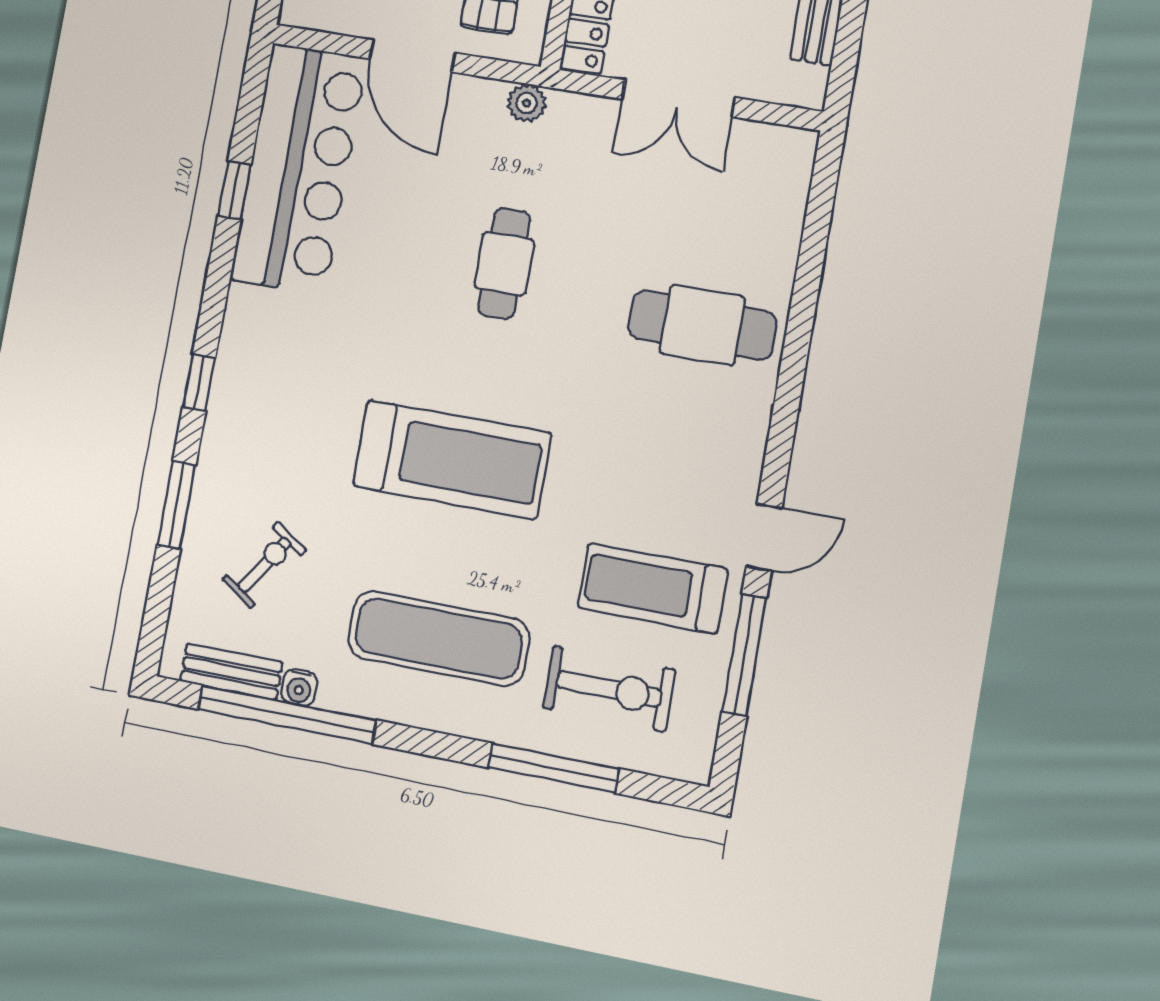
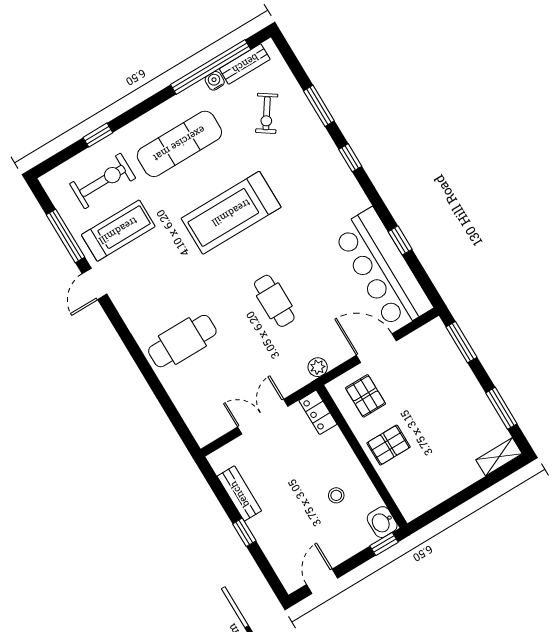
exercise bike: (609, 689) -> (103, 181), turned 180
window: (554, 768) -> (98, 135), width x0.46

